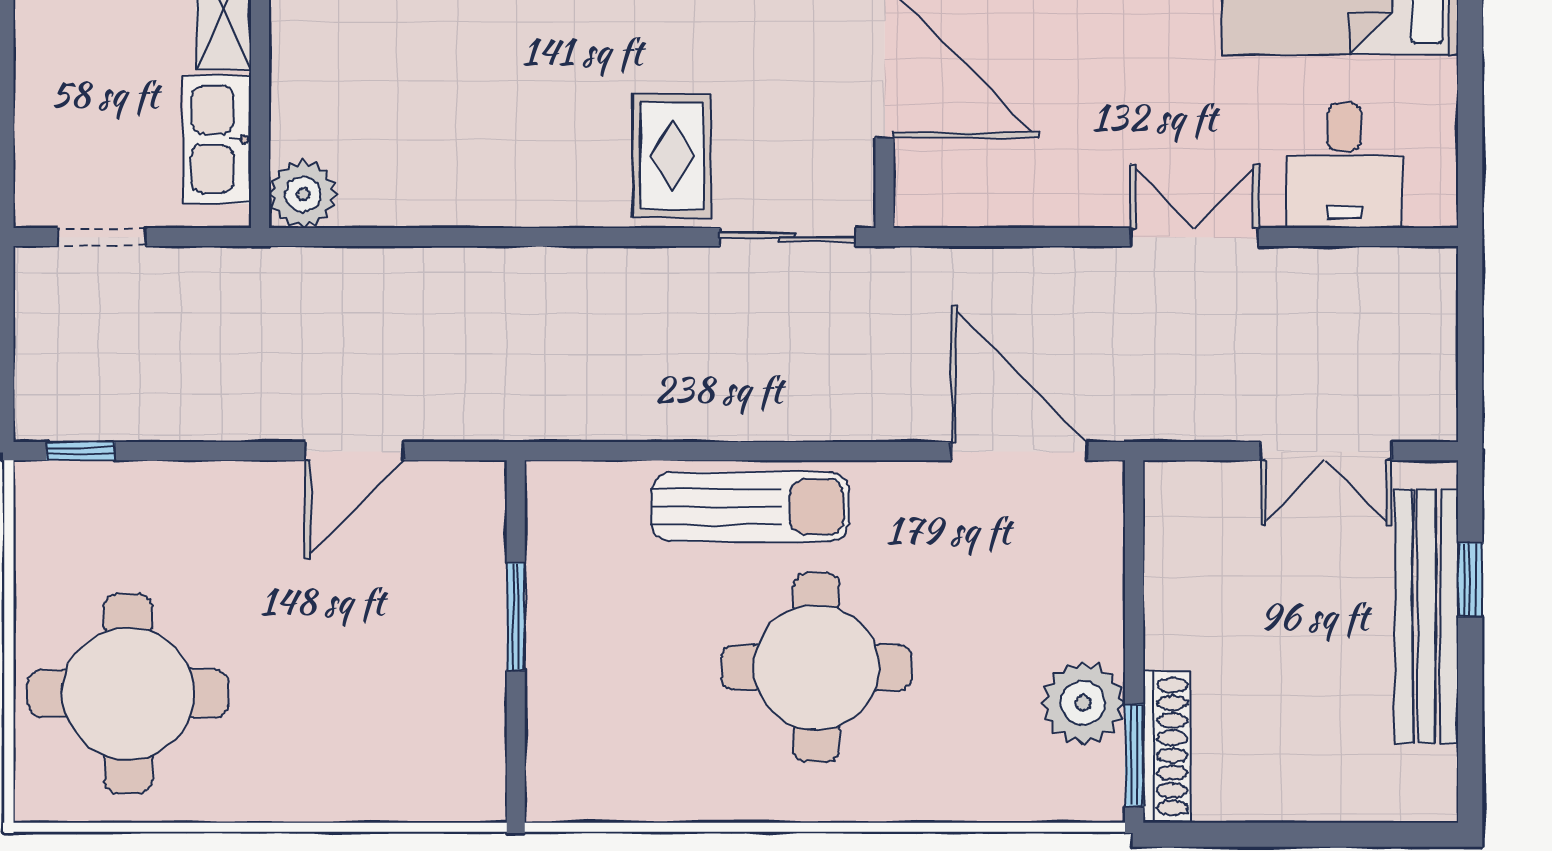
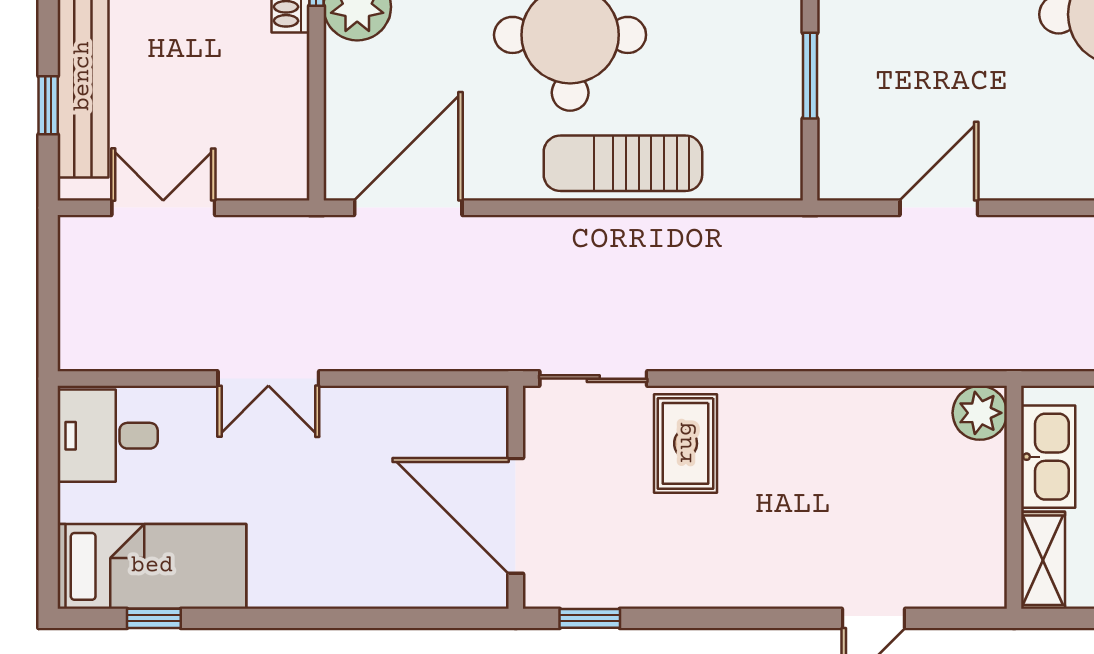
desk: (1345, 166) -> (108, 436), moved, turned -90
door: (1019, 451) -> (408, 208), swing flipped

